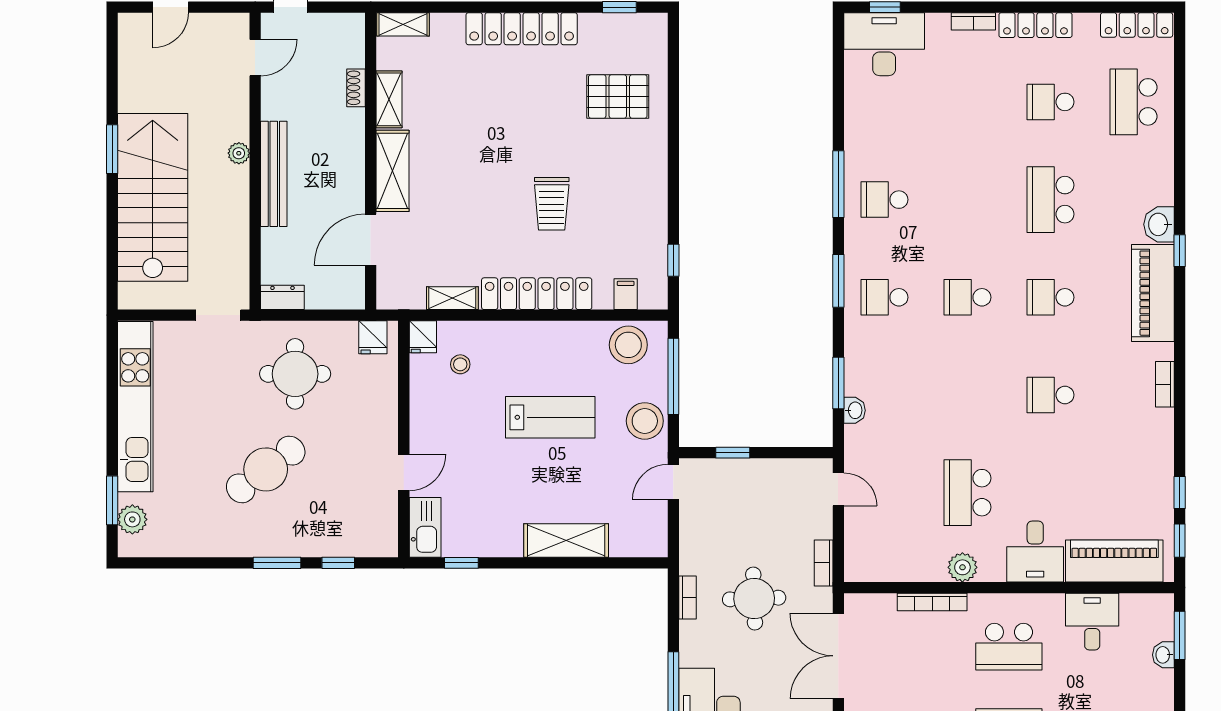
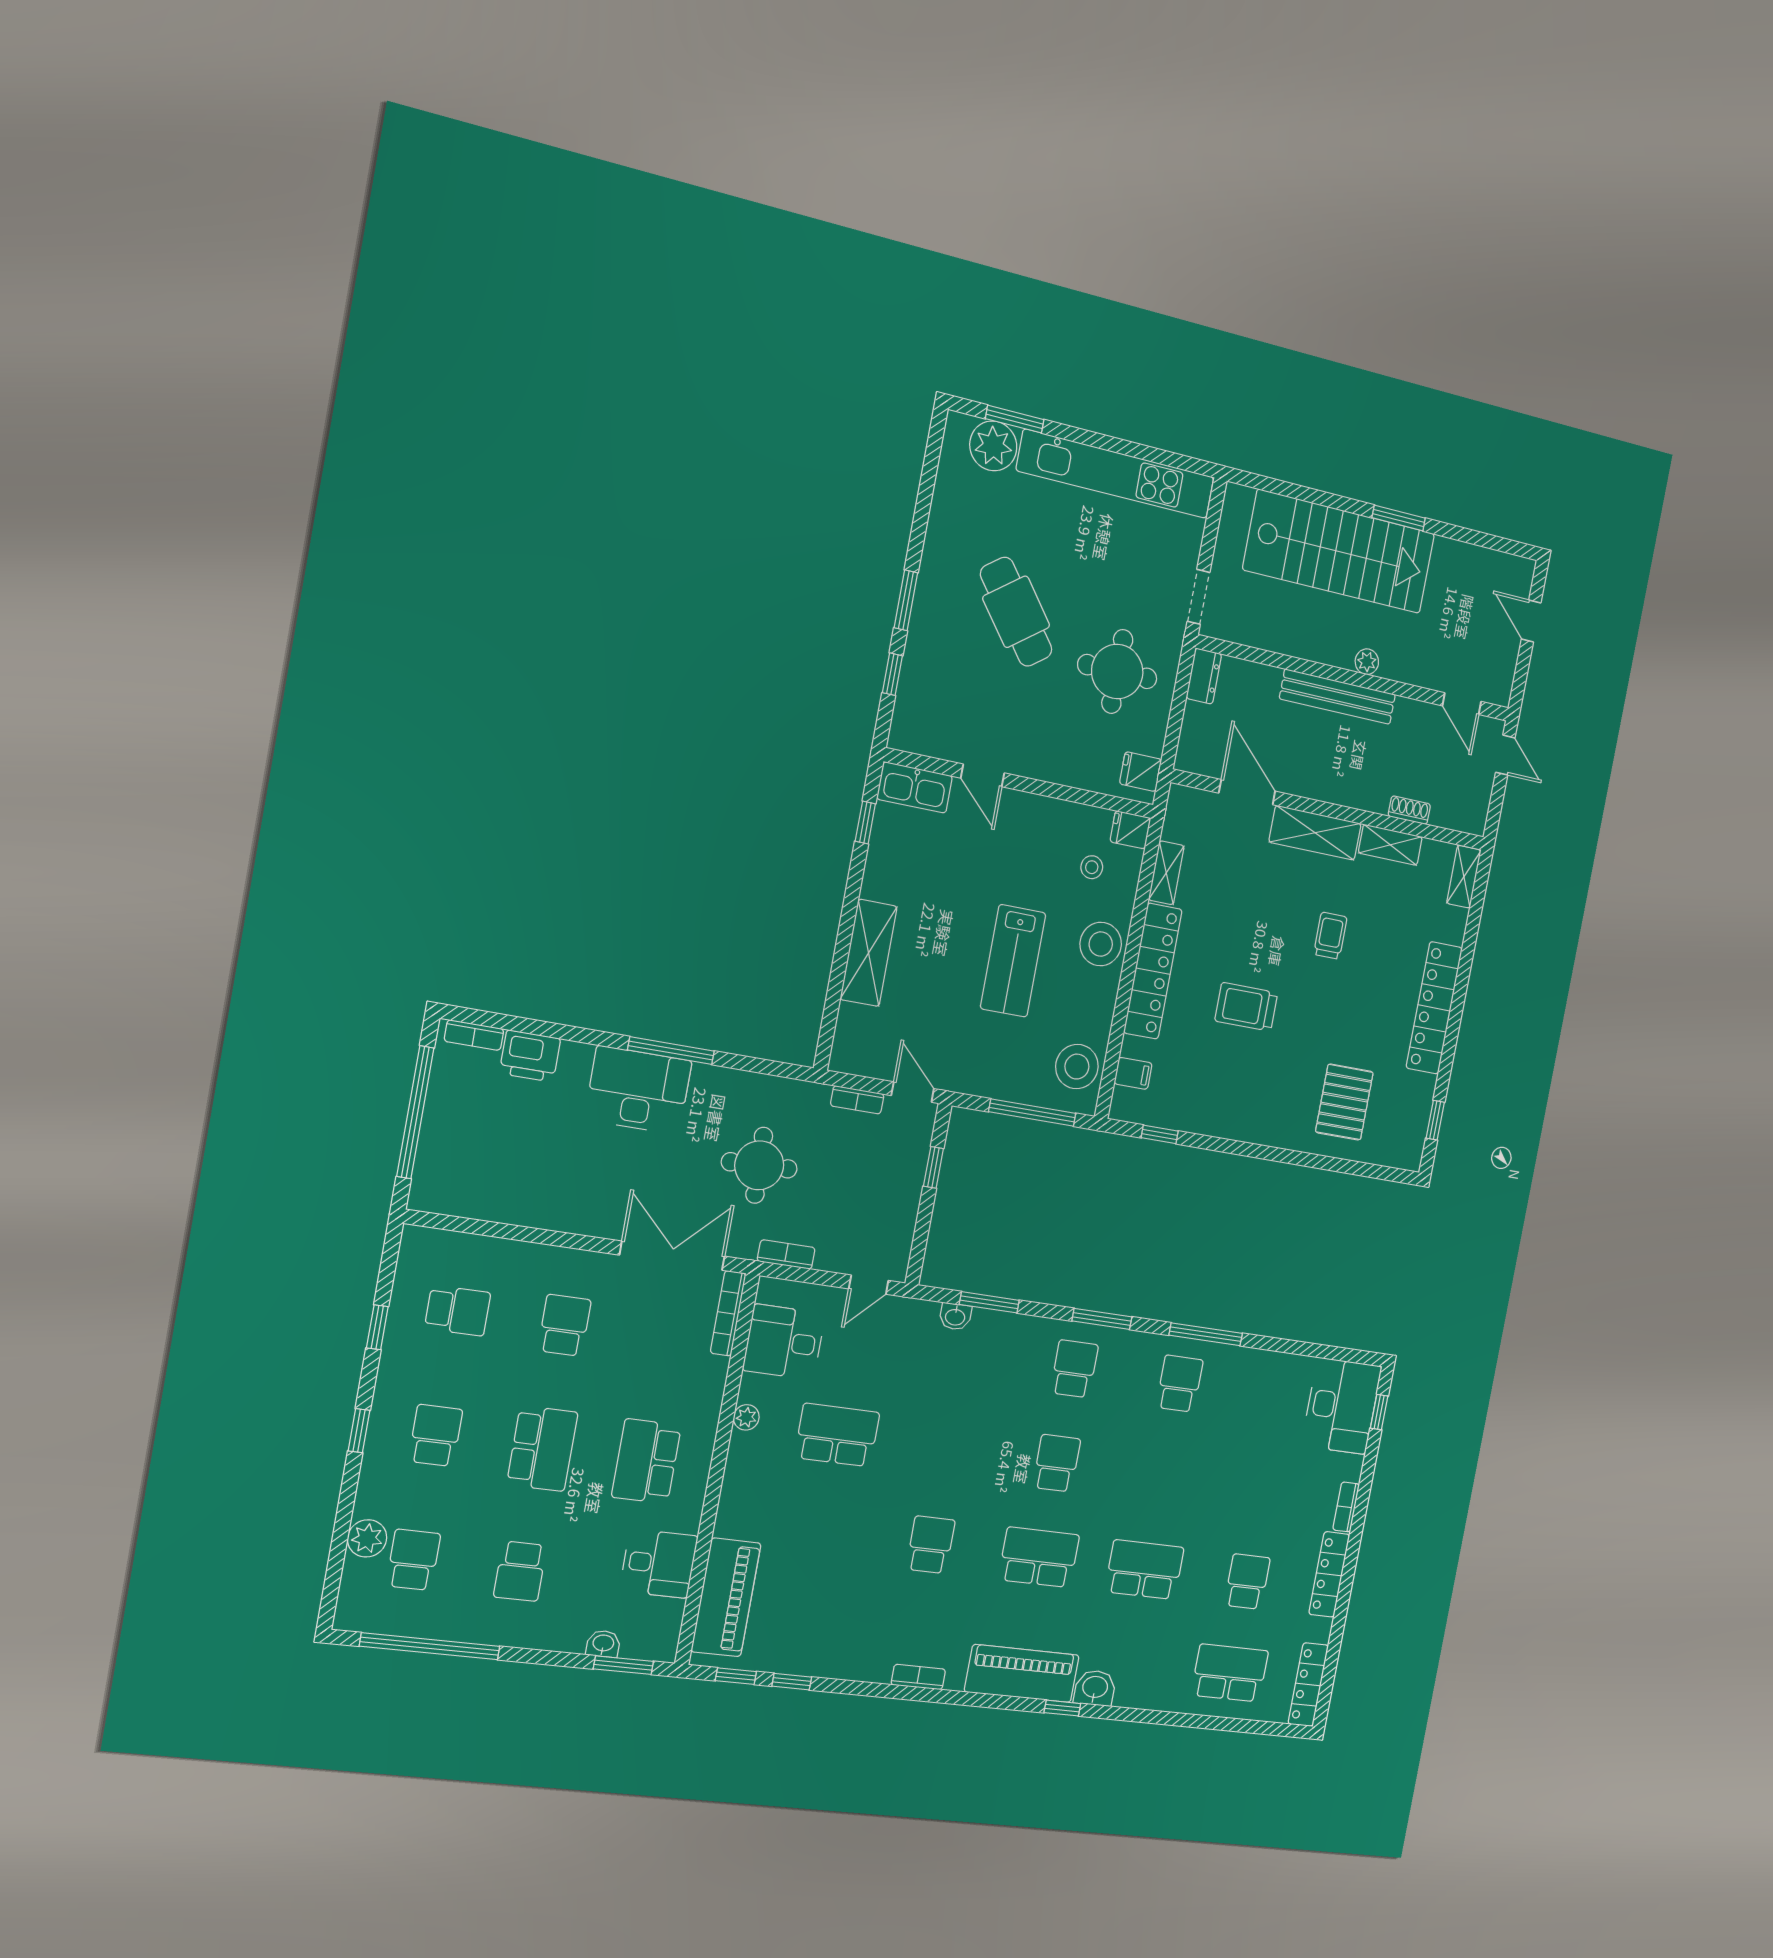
trolley: (477, 139) -> (1330, 936), added
school desk: (1050, 297) -> (1039, 1557), width x1.85
stool: (645, 421) -> (1101, 944), moved
plant: (132, 519) -> (993, 446), width x1.36, depth x1.36
desk: (1035, 551) -> (784, 1342), moved
plant: (962, 567) -> (746, 1417), width x0.73, depth x0.73
bookcase: (688, 597) -> (857, 1100), moved
bookcase: (932, 602) -> (728, 1313), moved

